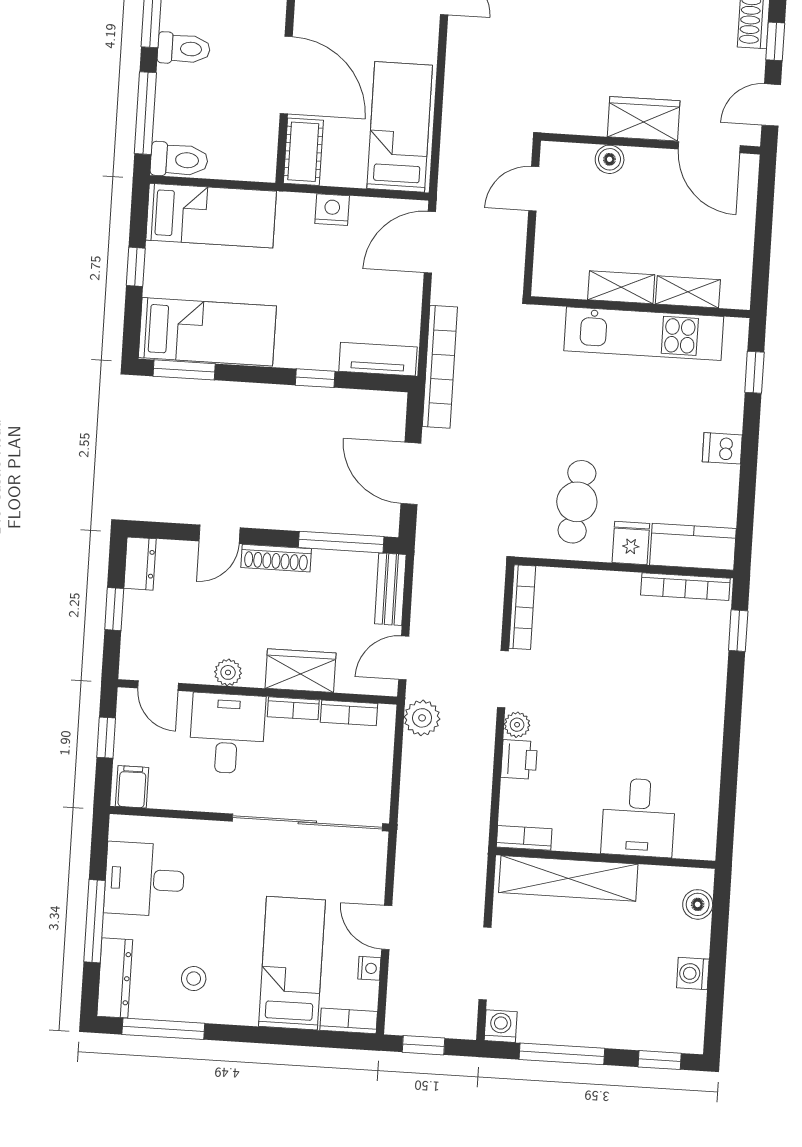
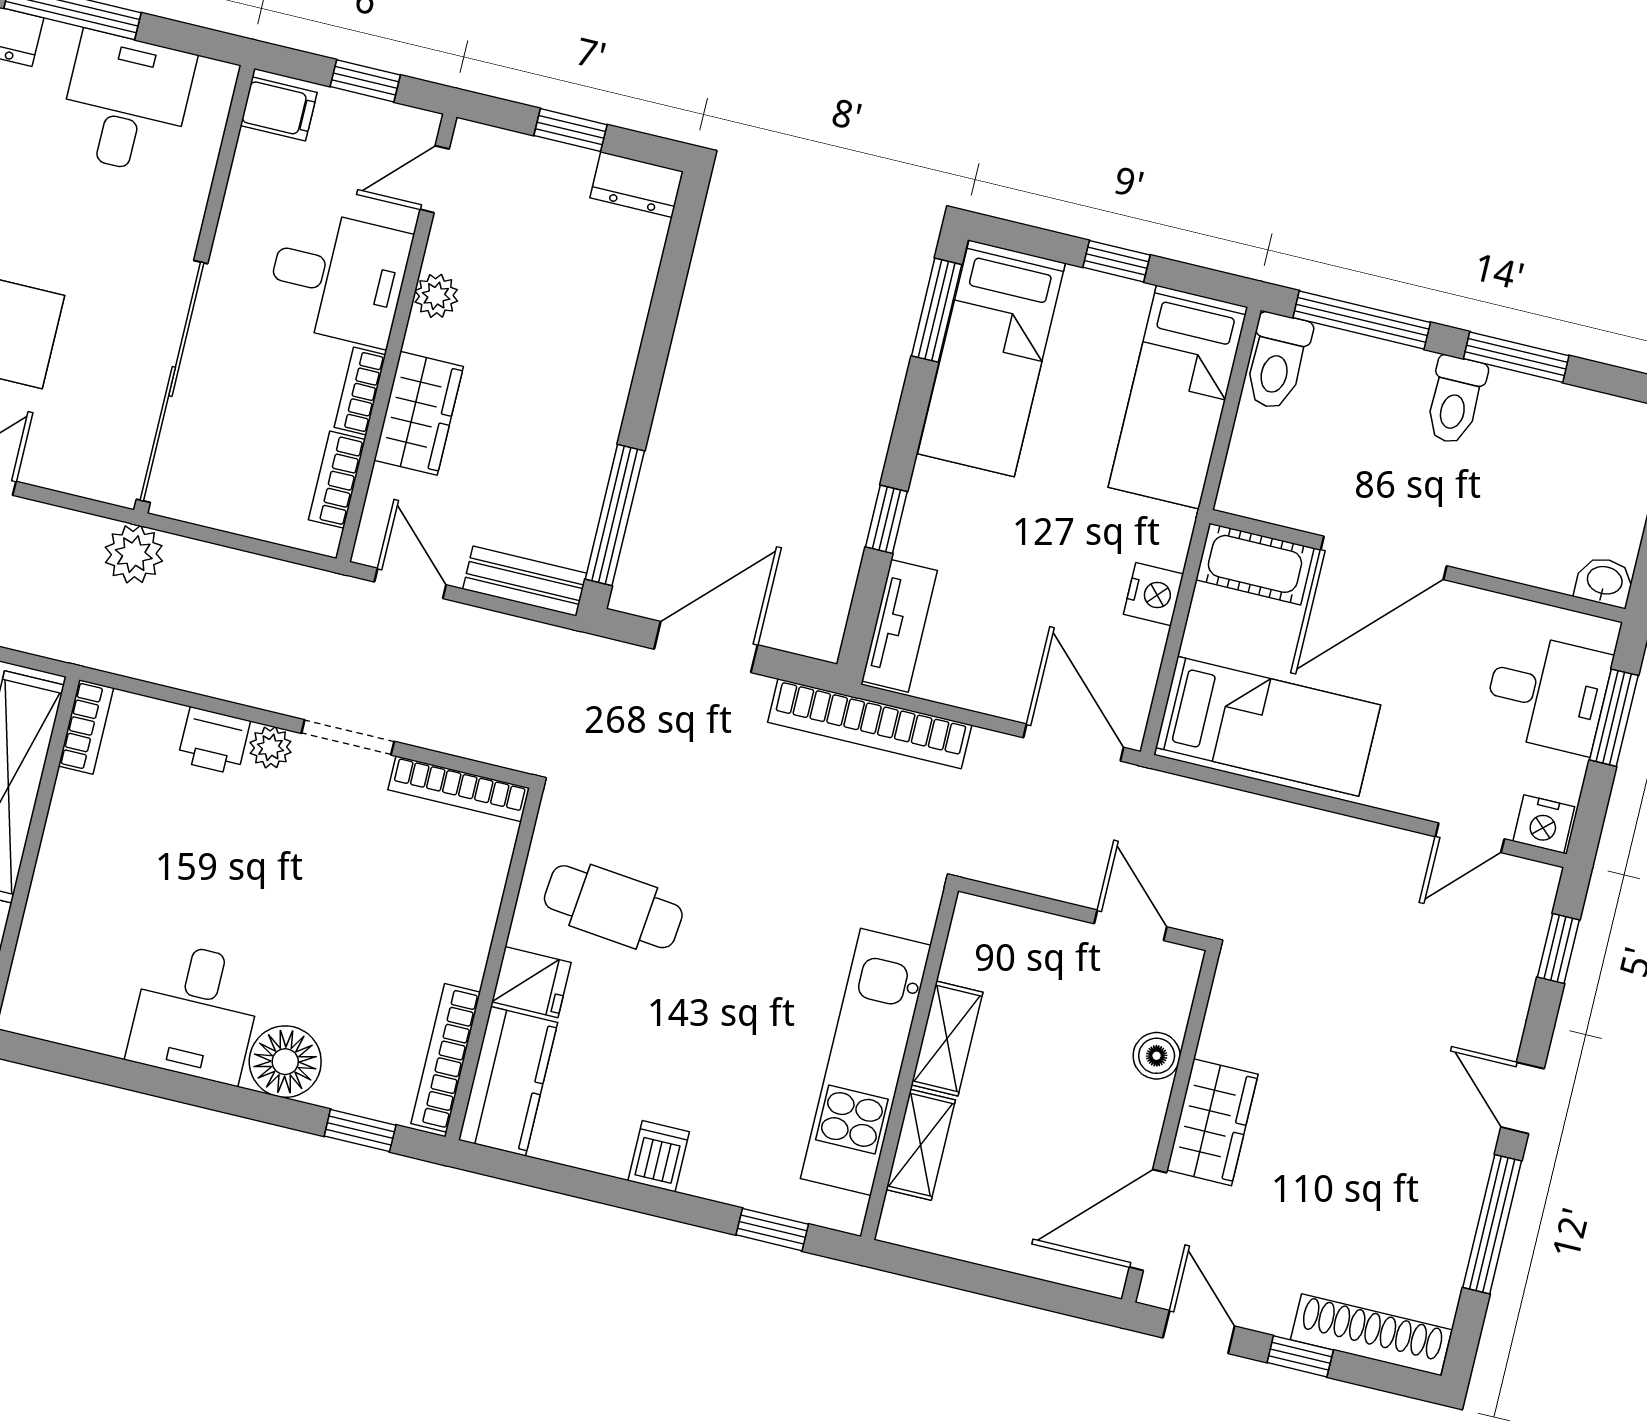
door: (219, 534) -> (661, 321), removed
shoe rack: (276, 558) -> (607, 406), removed
floor lamp: (705, 683) -> (285, 1062), added
plant: (422, 718) -> (134, 554), moved
desk: (639, 817) -> (196, 1012), moved, turned -90

